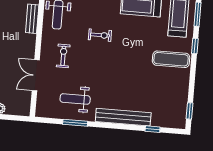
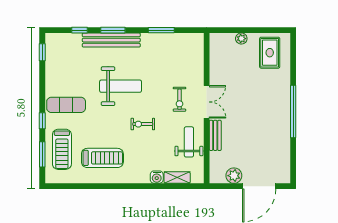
double door: (36, 75) -> (207, 102), moved
weight bench: (75, 99) -> (121, 86), moved, width x1.36, depth x1.33
window: (121, 126) -> (113, 30), added

